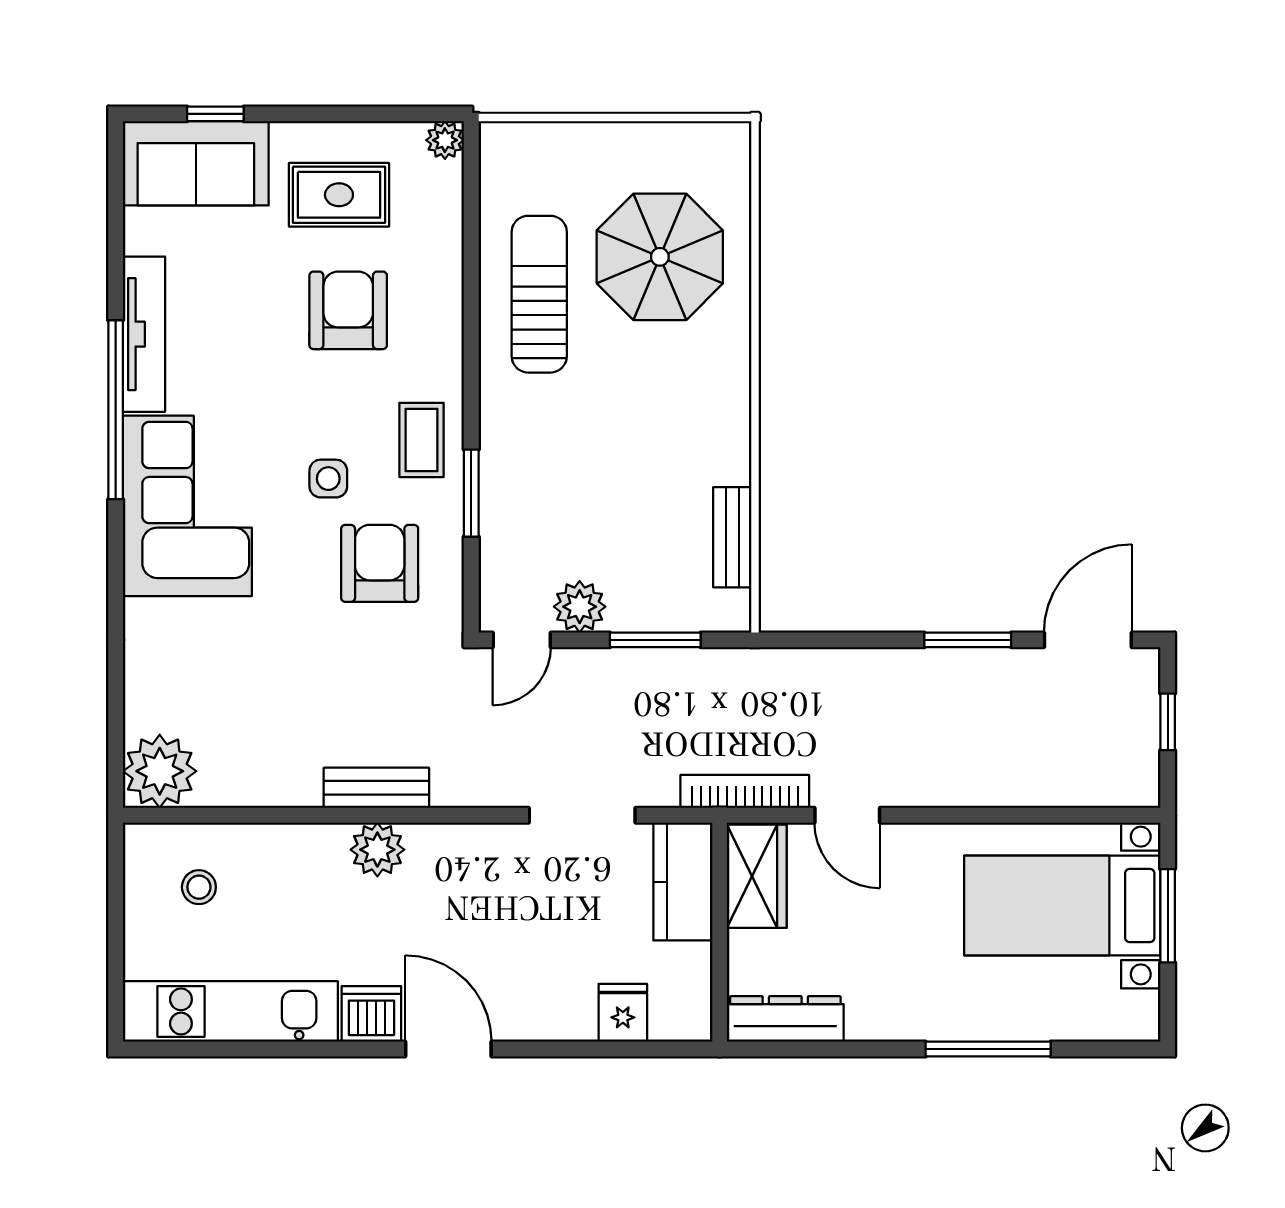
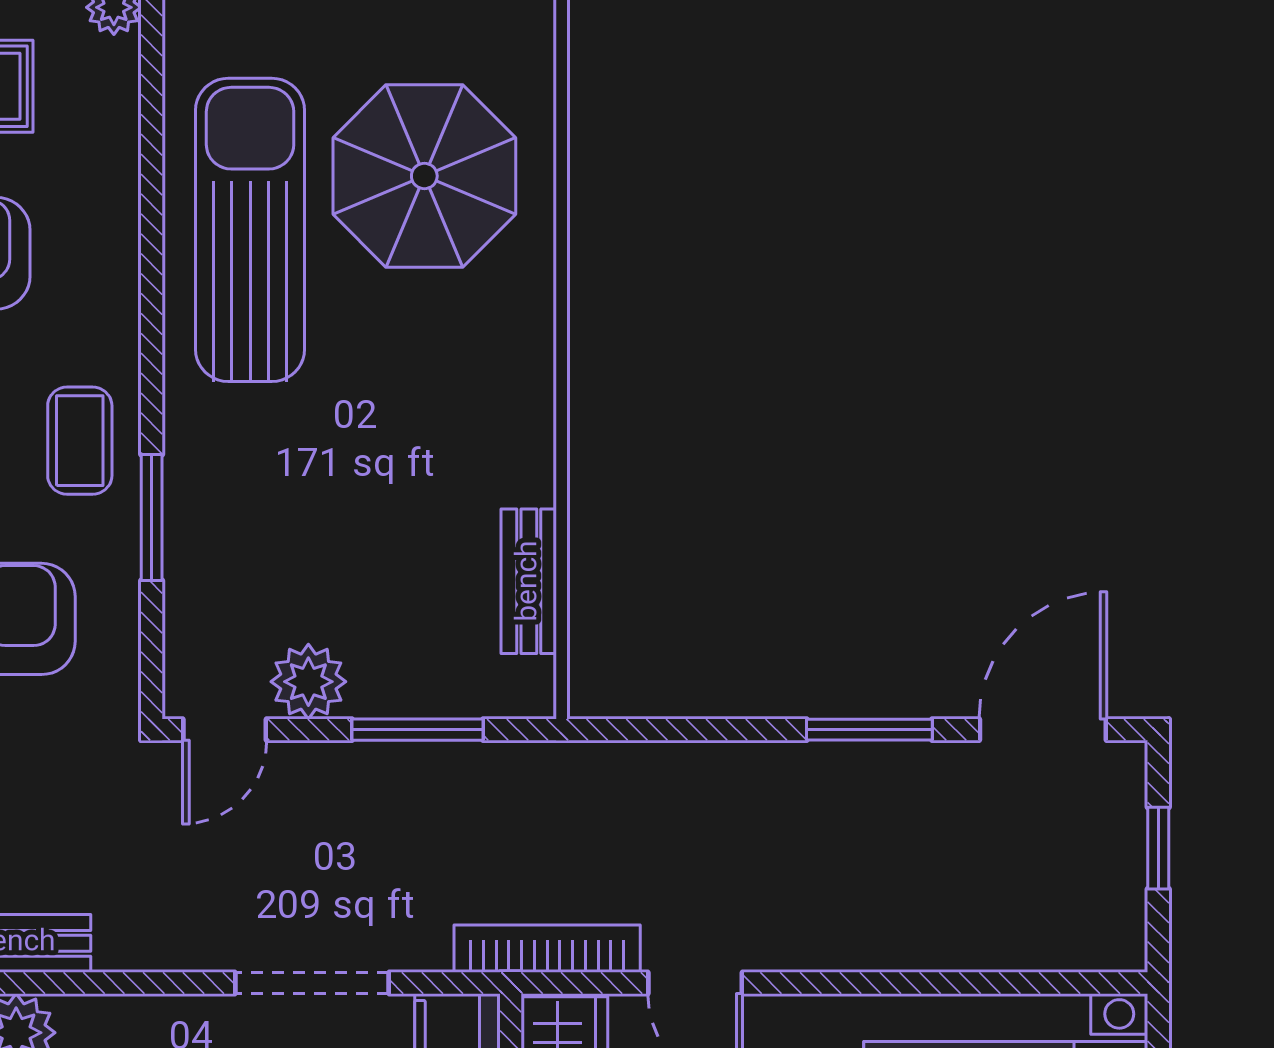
sun lounger: (539, 294) -> (250, 230), width x1.36, depth x1.34

